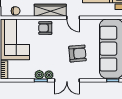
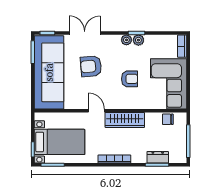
armchair: (45, 28) -> (130, 79), moved
double door: (67, 80) -> (85, 33), moved

